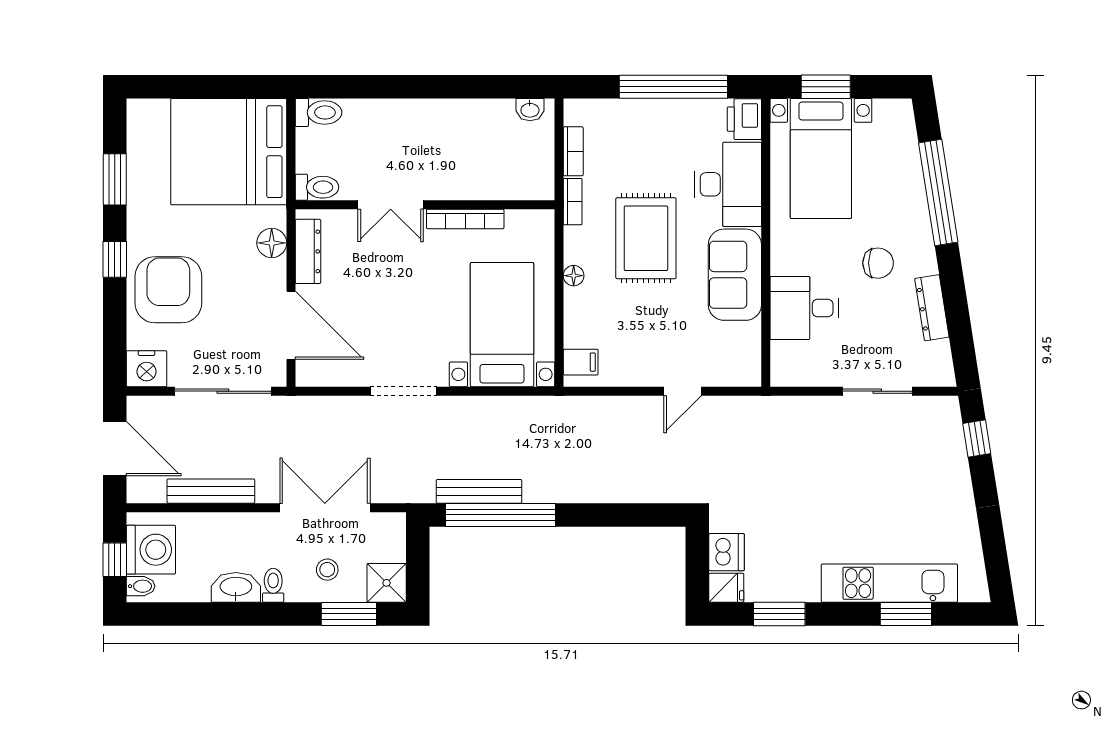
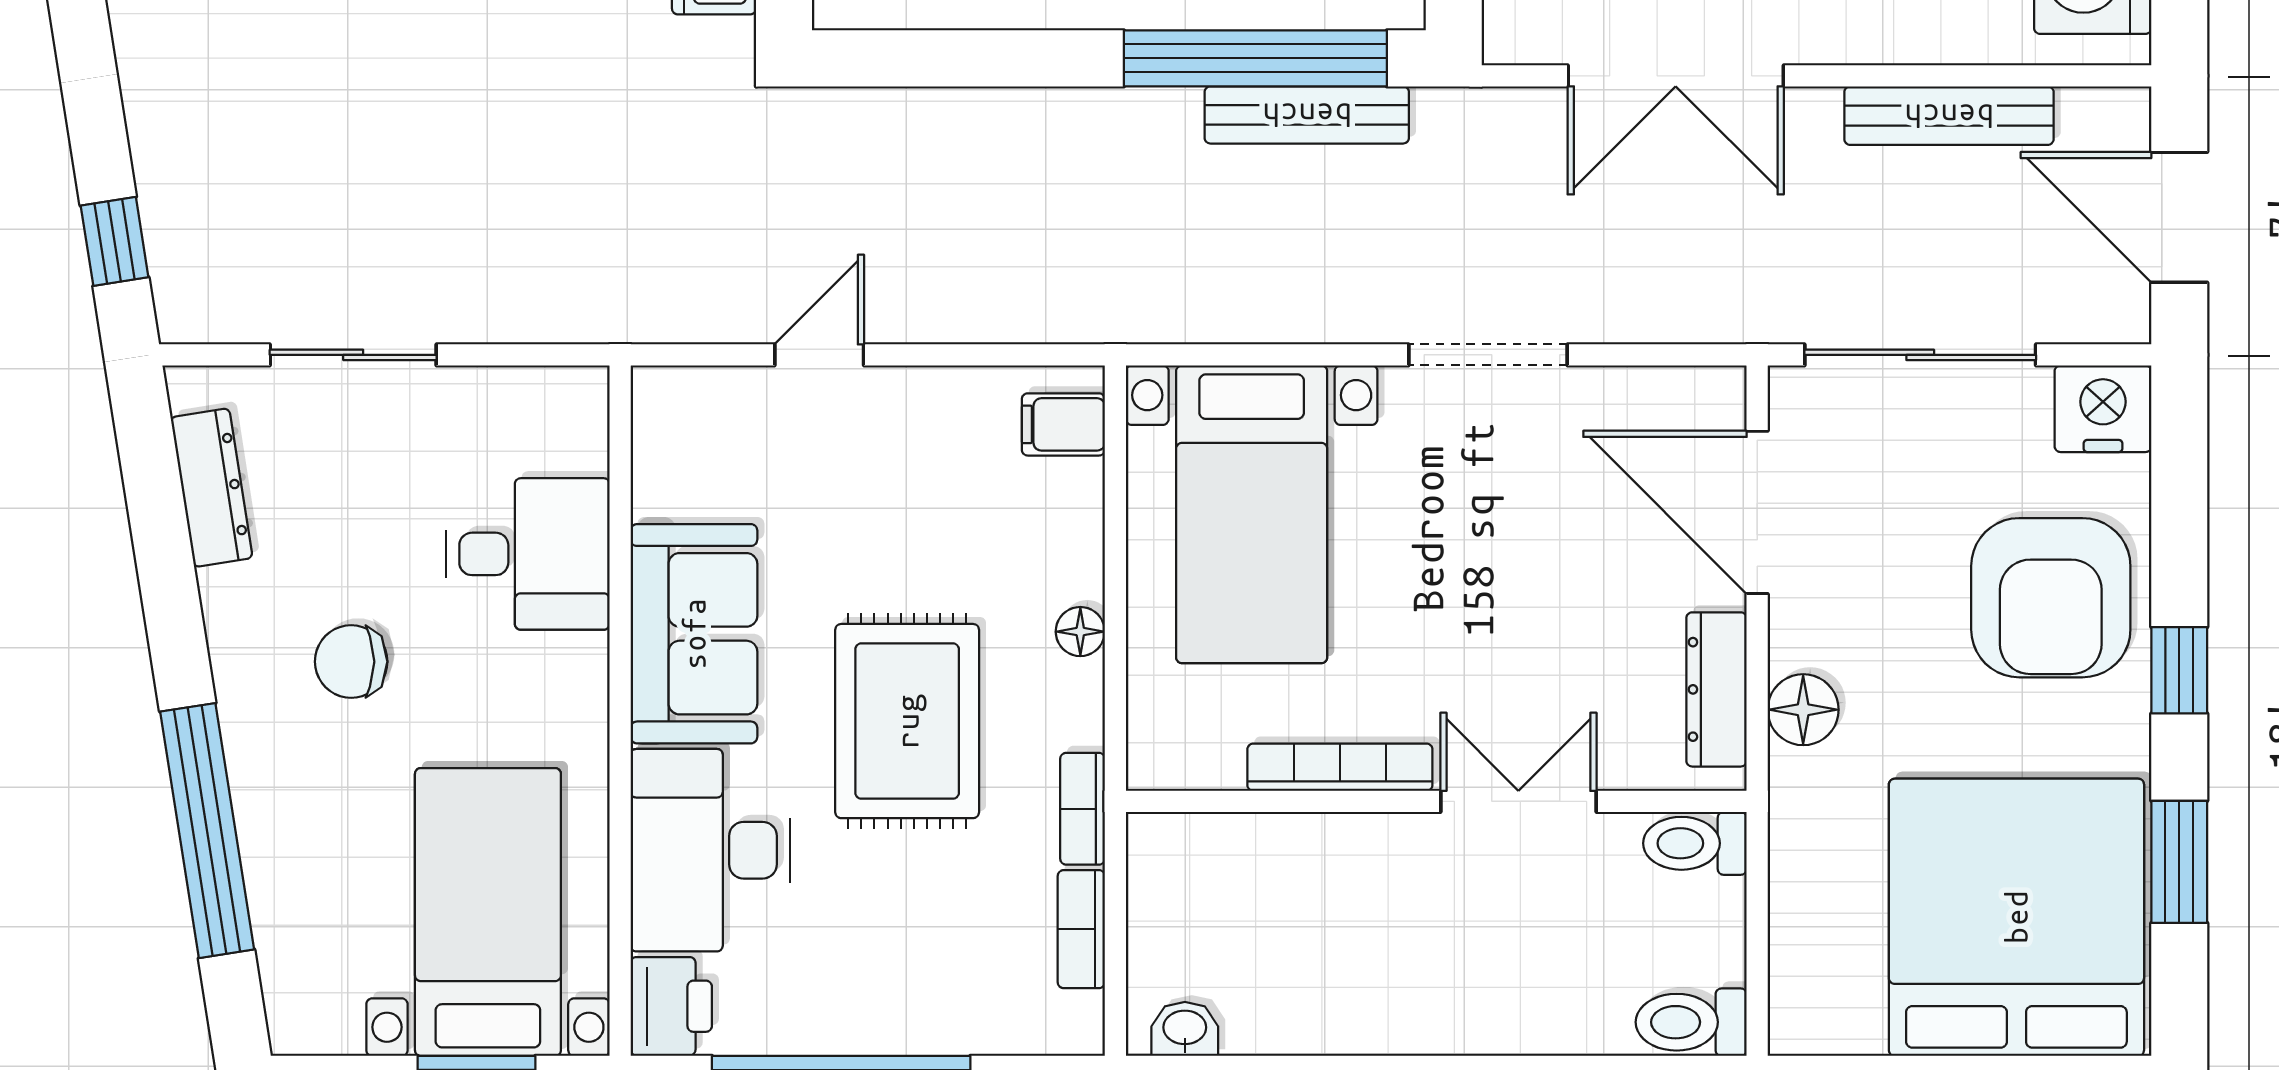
bed: (229, 152) -> (2016, 917), moved, turned -90
dresser: (932, 308) -> (212, 488), moved

